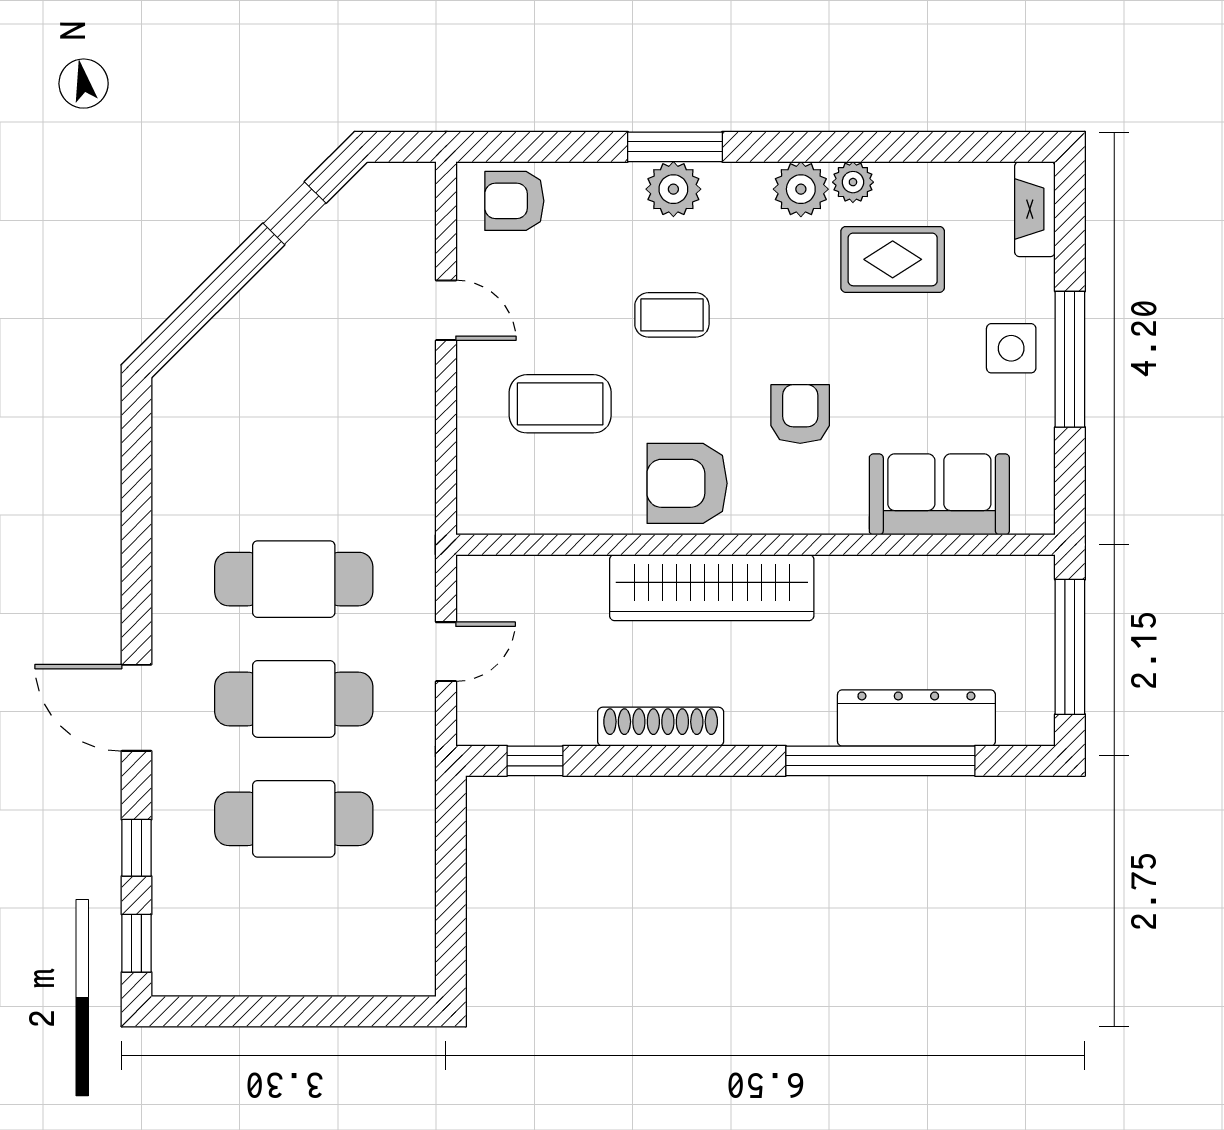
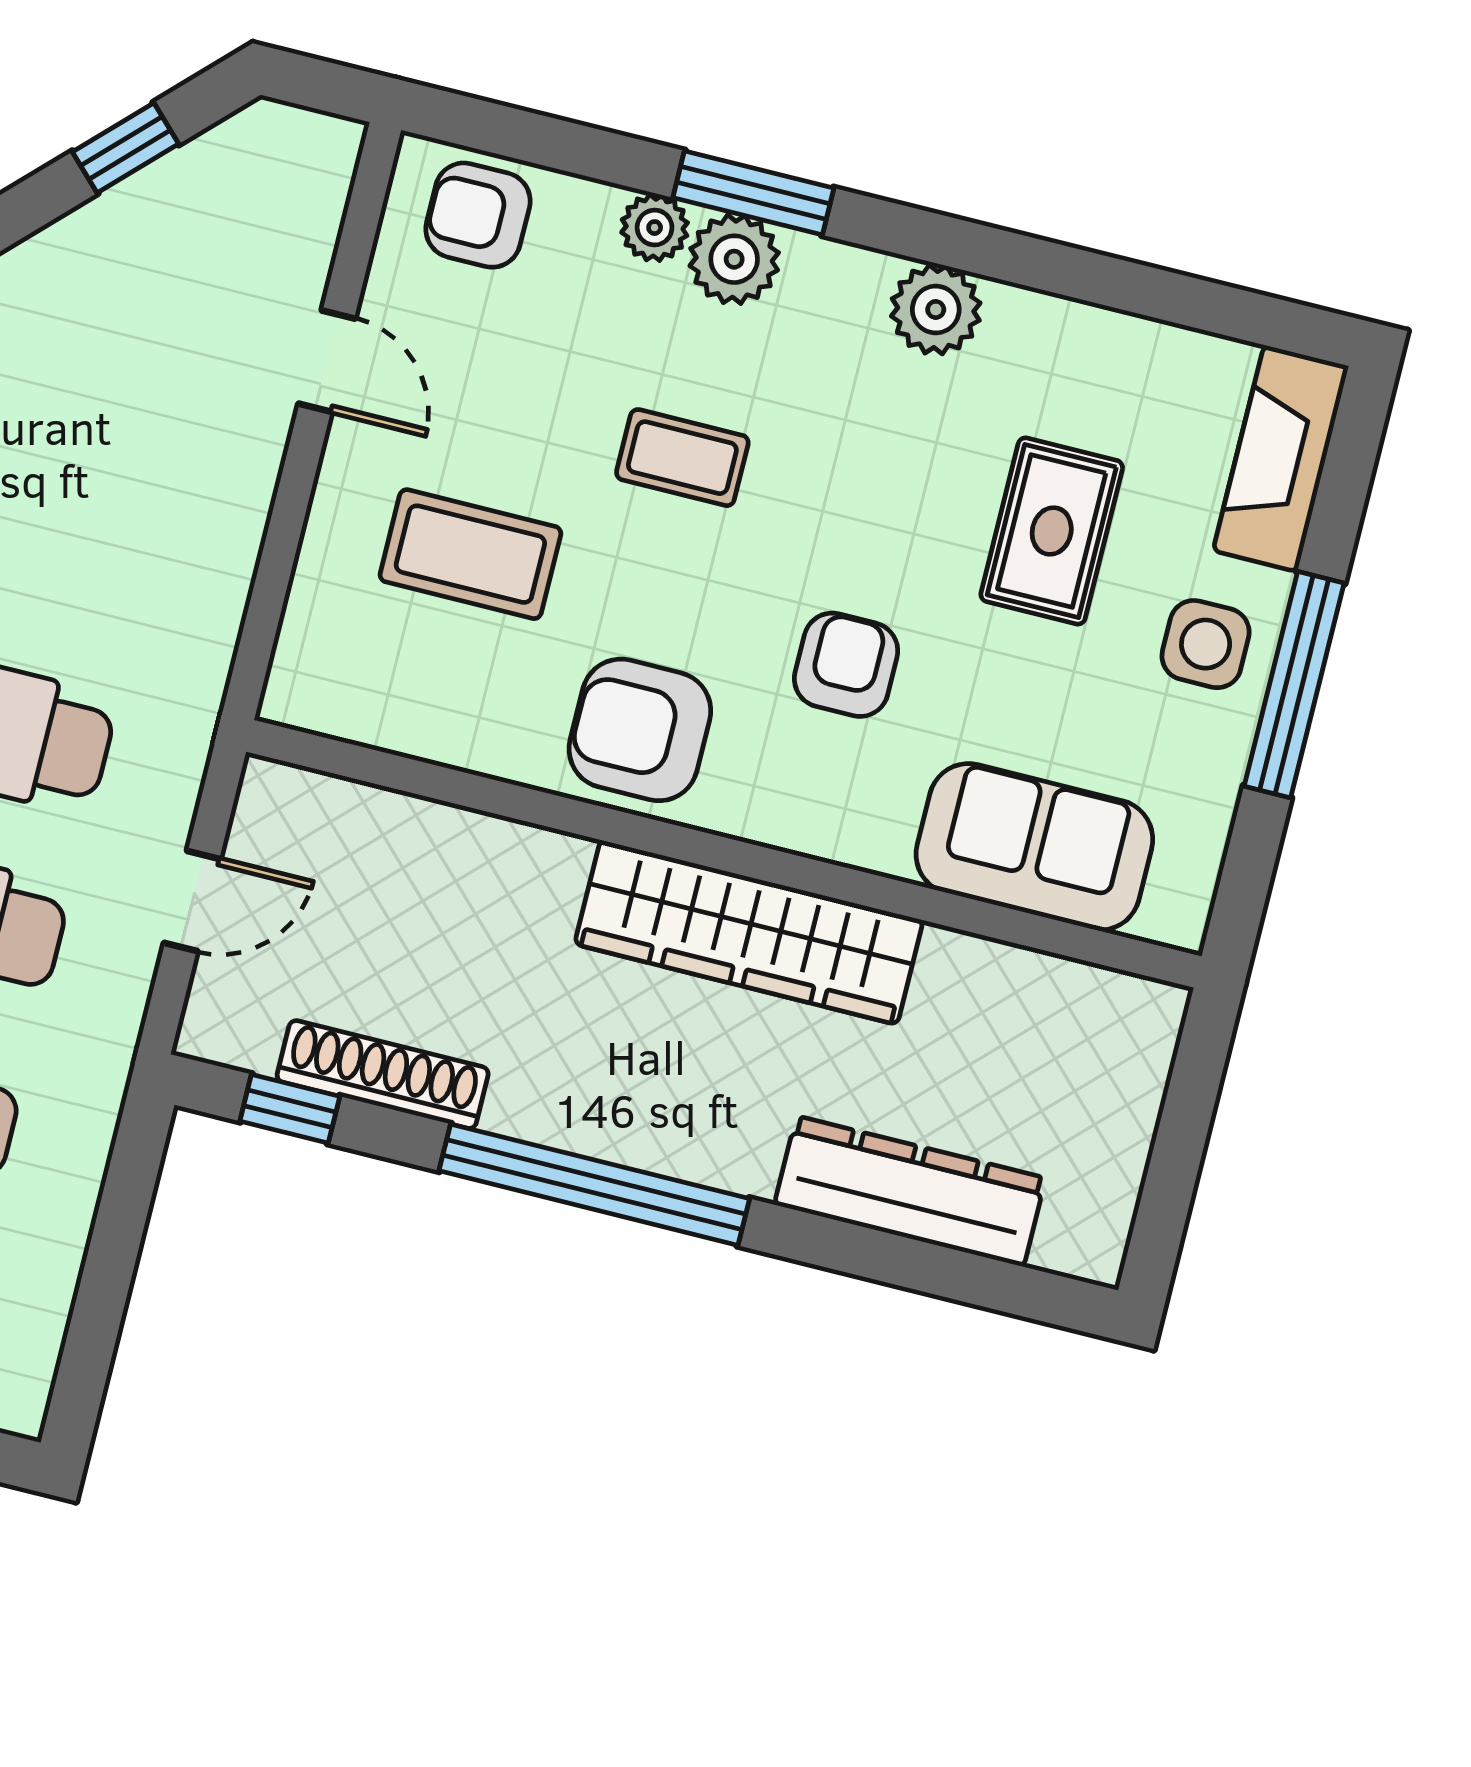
plant: (853, 182) -> (655, 228), moved
fireplace: (1035, 209) -> (1281, 458), width x1.37, depth x1.32
rug: (893, 259) -> (1052, 531), moved, turned 90
wardrobe: (712, 588) -> (749, 932), moved
window: (1070, 647) -> (1181, 1140), removed
shoe rack: (661, 727) -> (383, 1074), moved
window: (880, 761) -> (594, 1185), moved

